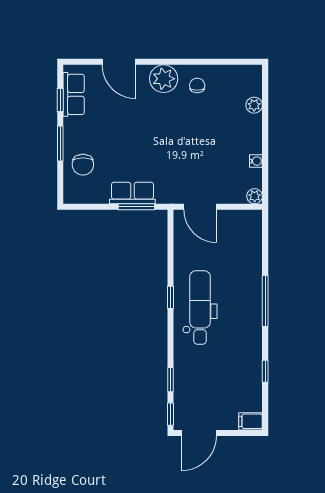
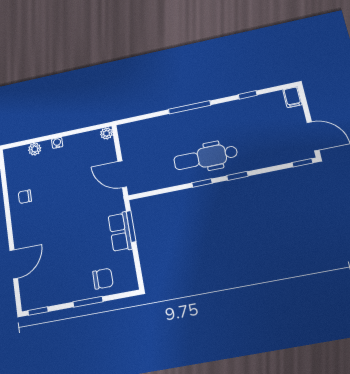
plant: (164, 79) -> (23, 225), removed
row of seats: (74, 94) -> (45, 298), removed
window: (60, 100) -> (38, 311), moved
water cooler: (256, 161) -> (57, 143), moved
door: (200, 207) -> (122, 174), swing flipped
window: (170, 380) -> (237, 176), moved

